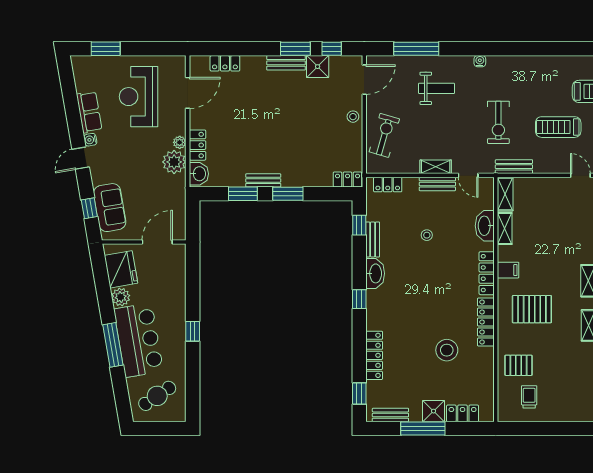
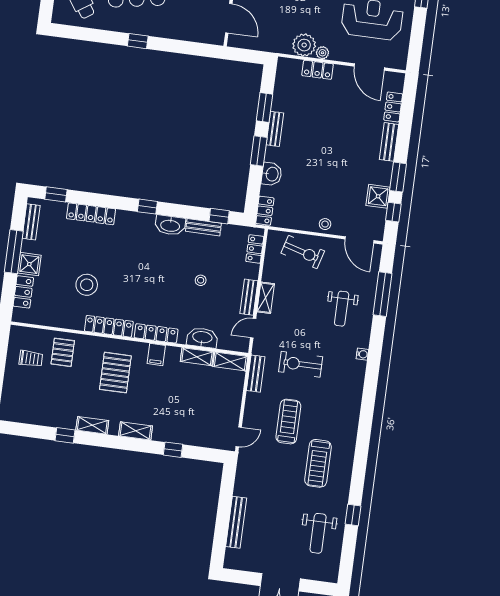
bench: (286, 63) -> (389, 142), moved
washbasin: (199, 174) -> (272, 174), moved, turned -90

